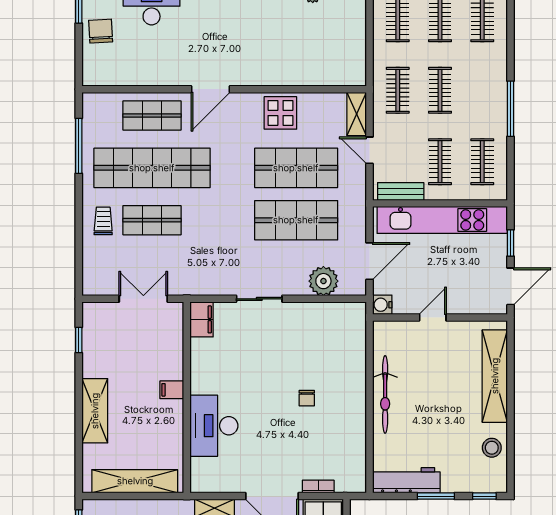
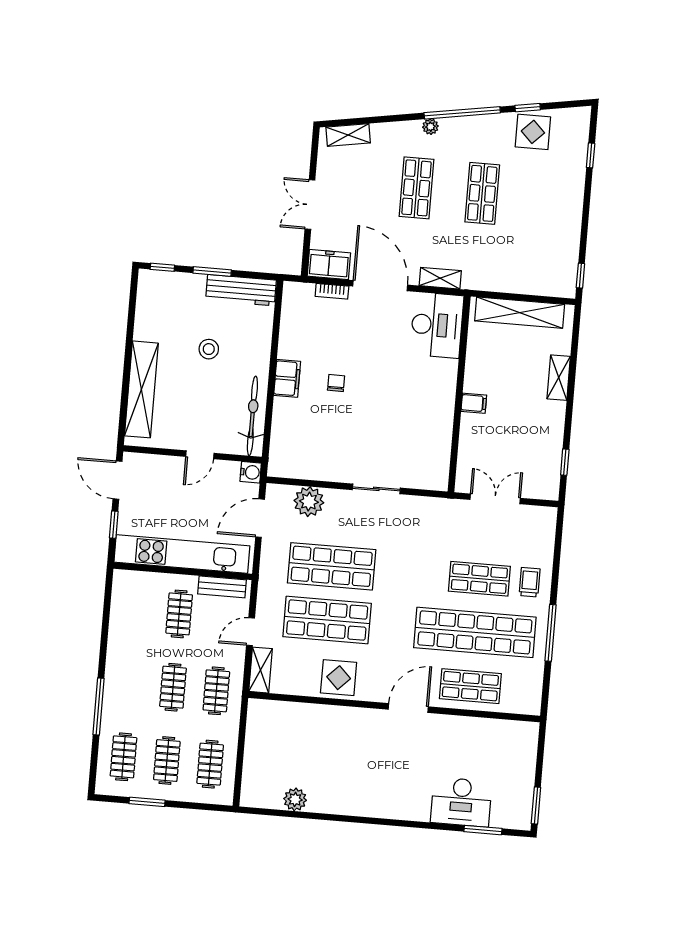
chair: (101, 31) -> (516, 777), removed
window: (511, 109) -> (99, 706), moved
window: (79, 146) -> (550, 633), moved
door: (369, 150) -> (251, 632), swing flipped
clothes rail: (482, 162) -> (136, 610), removed
trolley: (103, 221) -> (530, 582), turned 180
door: (511, 286) -> (118, 480), hinge flipped
double door: (143, 299) -> (495, 499), swing flipped
filing cabinet: (202, 319) -> (287, 378), moved, turned 180
bicycle: (385, 394) -> (252, 416), moved
shelving: (95, 411) -> (559, 378), width x0.67, depth x0.75
desk: (214, 426) -> (437, 325), moved
stool: (492, 448) -> (209, 349), moved

